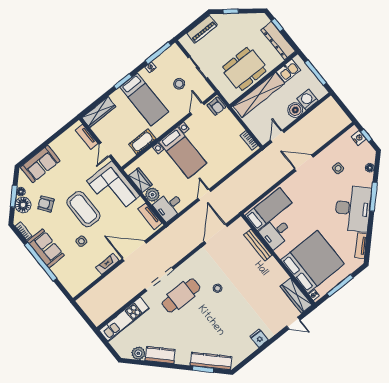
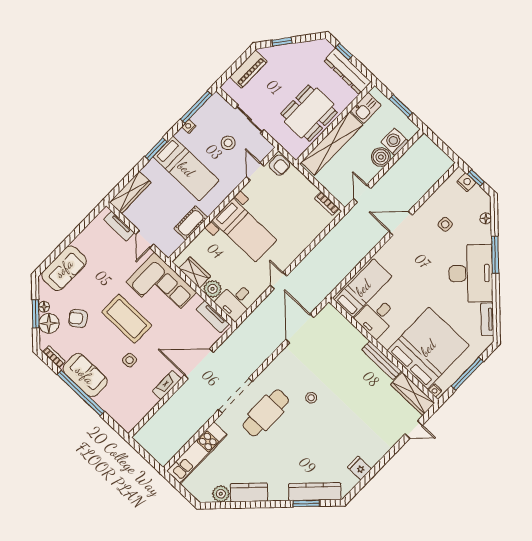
window: (316, 73) -> (401, 106), width x0.69
bench: (258, 245) -> (382, 360), moved
fridge: (259, 338) -> (359, 468), moved

